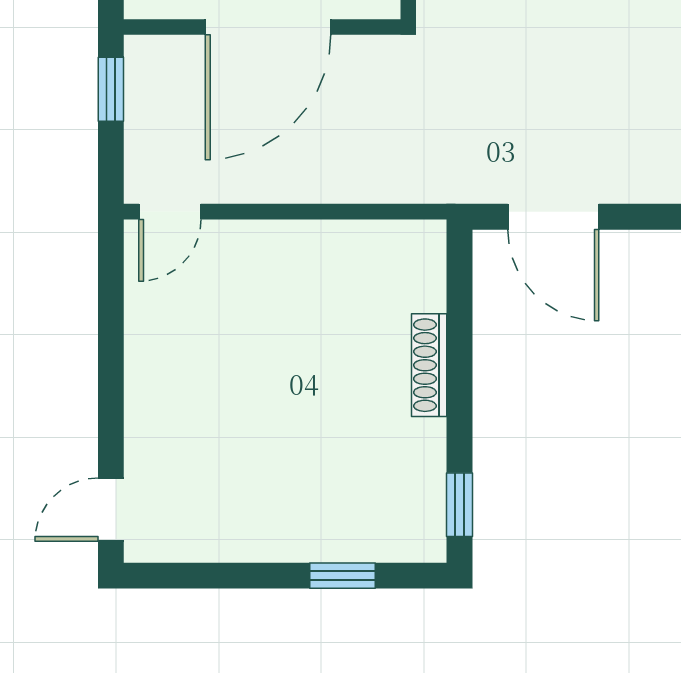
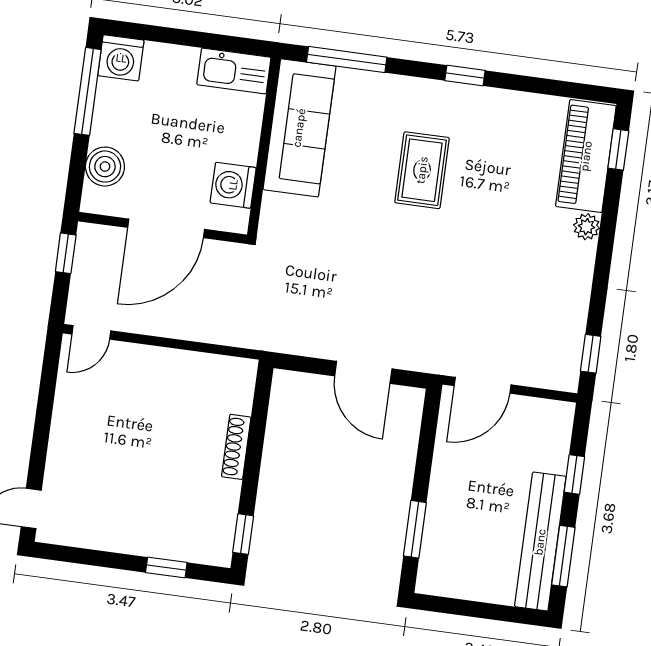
door: (553, 217) -> (363, 372), moved

